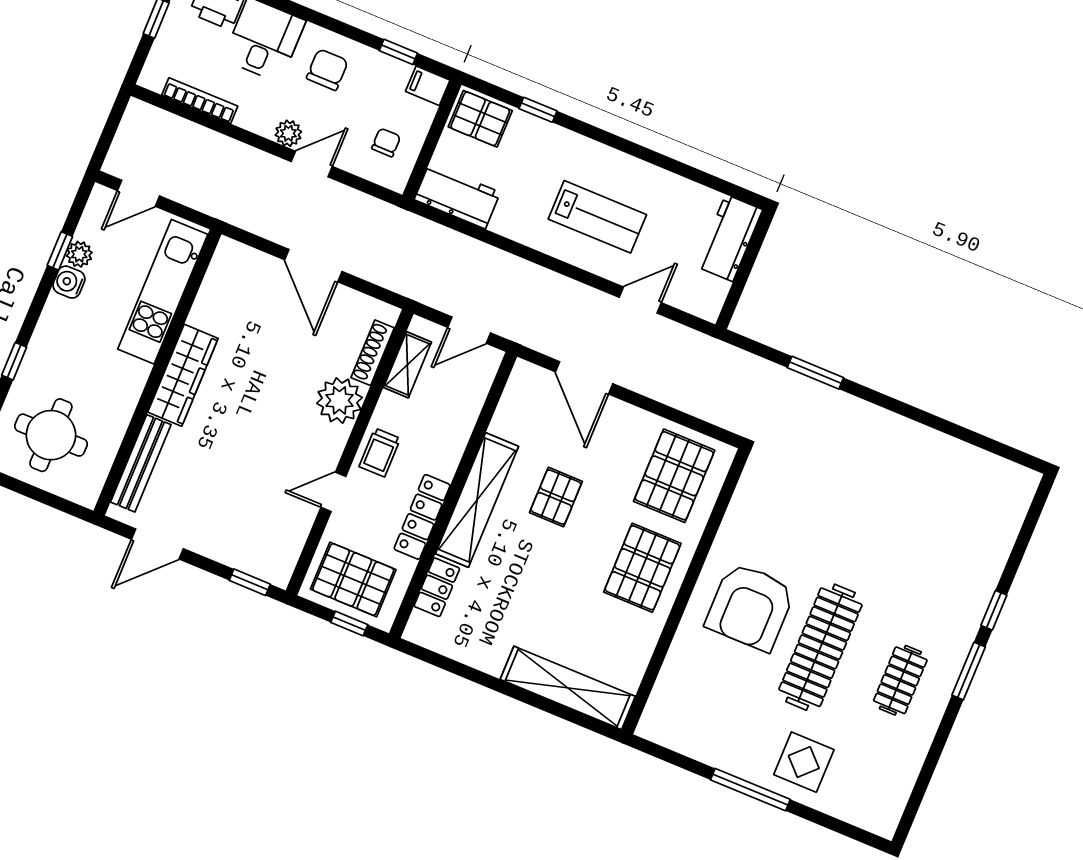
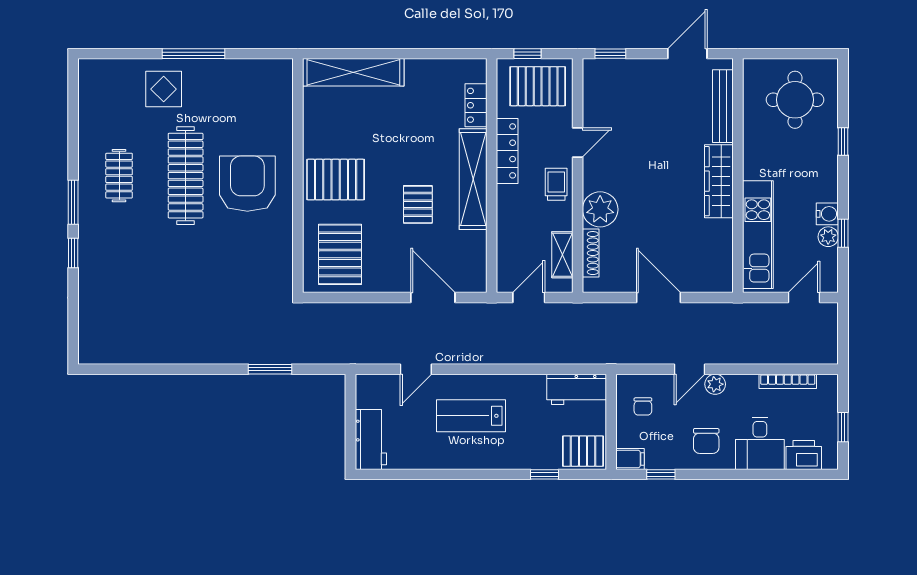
pallet: (642, 568) -> (336, 180), turned 90

